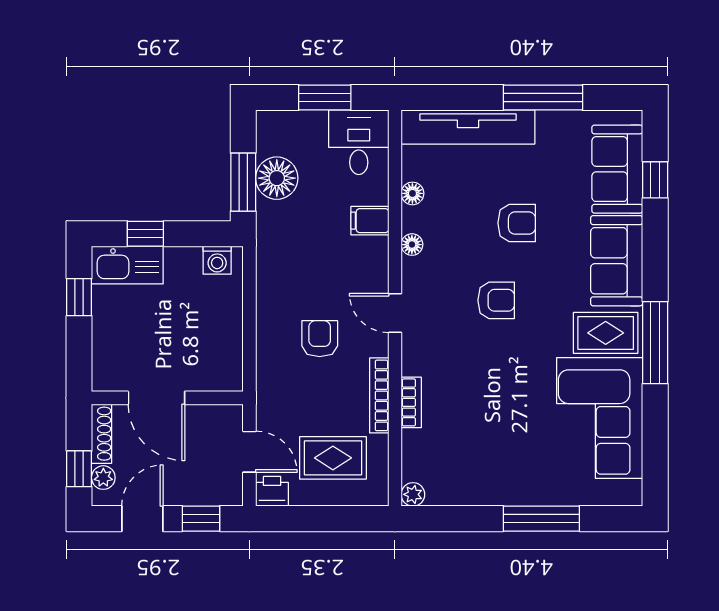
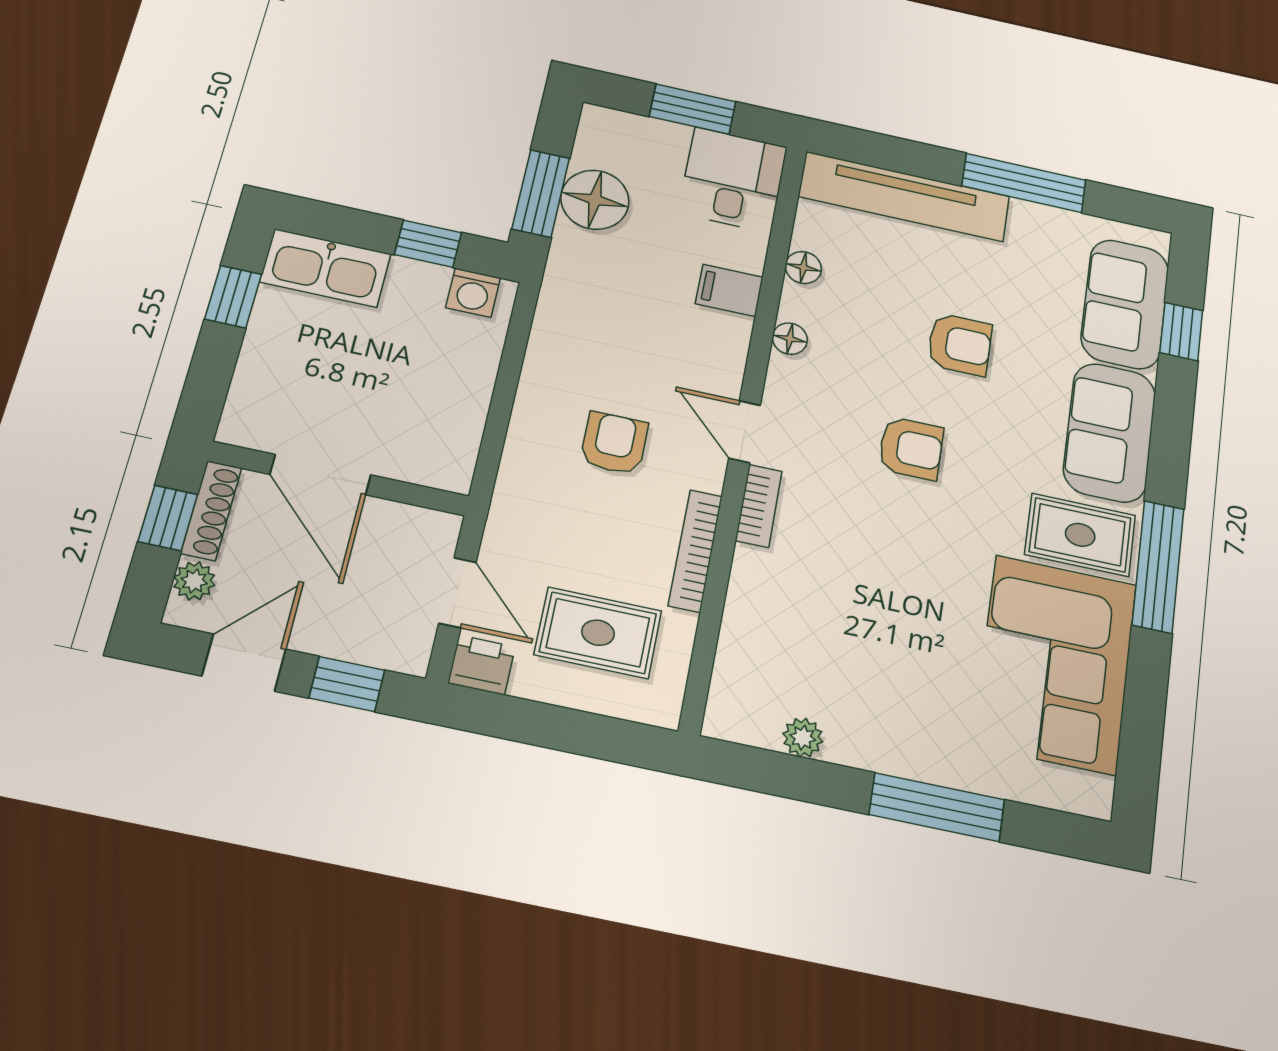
window: (145, 234) -> (428, 244), moved
bookcase: (411, 402) -> (759, 506), moved
window: (79, 469) -> (168, 518), moved
plant: (413, 494) -> (803, 738), moved

